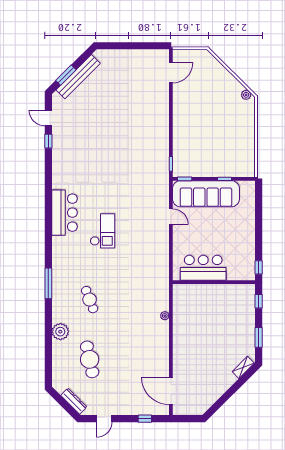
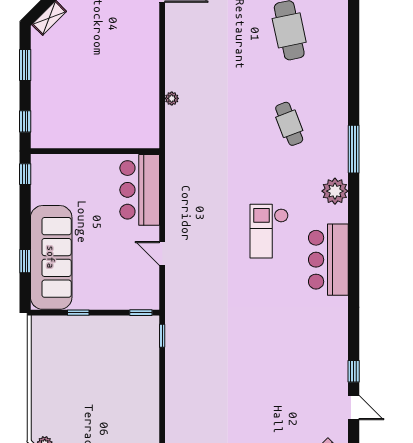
sofa: (206, 194) -> (51, 257), moved, turned 90
window: (259, 212) -> (25, 261), added
bar counter: (203, 268) -> (140, 190), moved, turned 90
plant: (60, 332) -> (335, 191), moved

